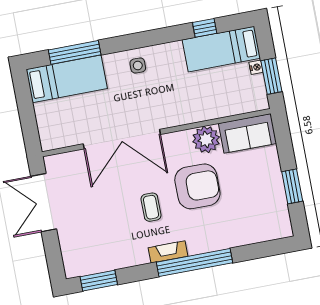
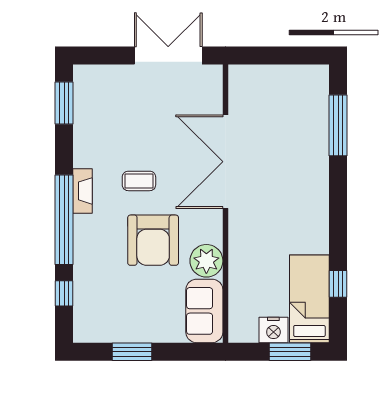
side table: (138, 66) -> (309, 197), removed
nightstand: (256, 67) -> (273, 330), width x1.89, depth x1.79
window: (271, 76) -> (290, 352), moved
bed: (67, 79) -> (309, 110), removed
window: (255, 251) -> (64, 293), added

